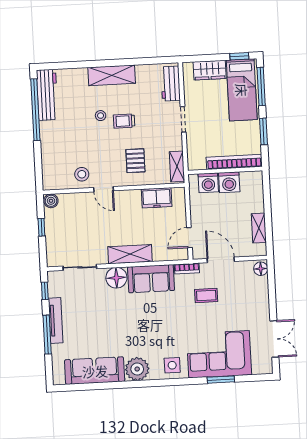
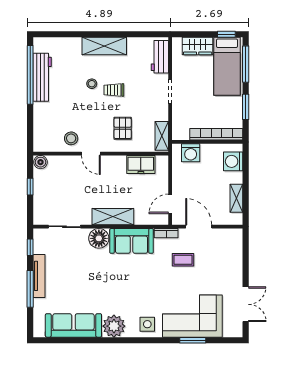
workbench: (47, 95) -> (42, 77), moved
washing machine: (229, 182) -> (233, 161), moved, turned 90
floor lamp: (261, 269) -> (236, 237), removed

